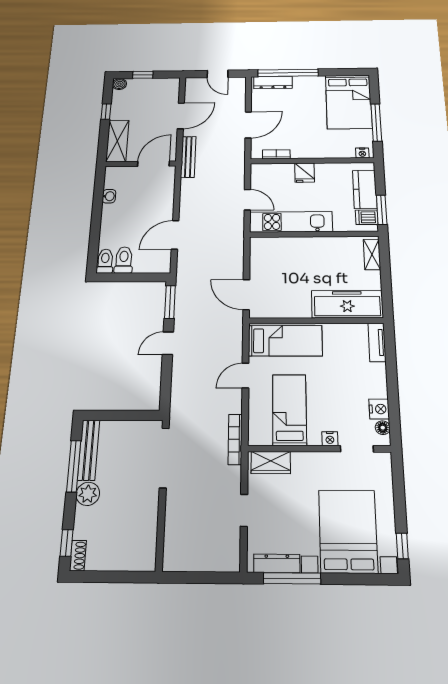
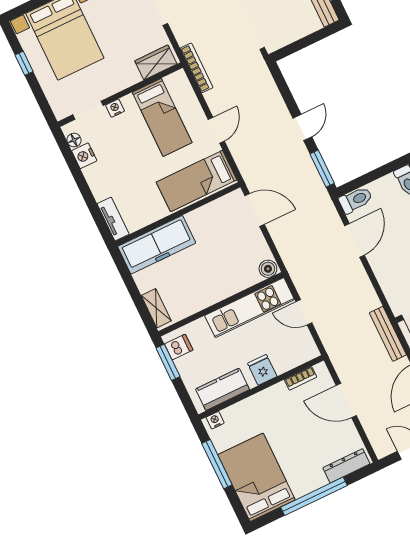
window: (288, 73) -> (314, 496), moved
door: (248, 125) -> (346, 400), hinge flipped
kitchen counter: (365, 189) -> (223, 389), moved, turned -90
boiler: (260, 244) -> (268, 269), added
toilet: (124, 260) -> (356, 200), moved, turned -90
window: (402, 546) -> (24, 63), moved

